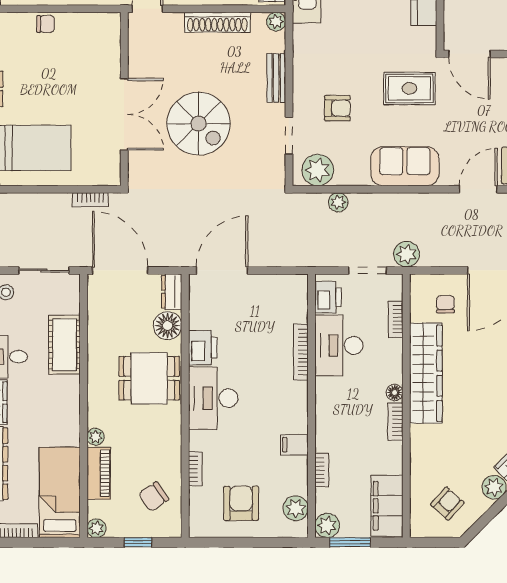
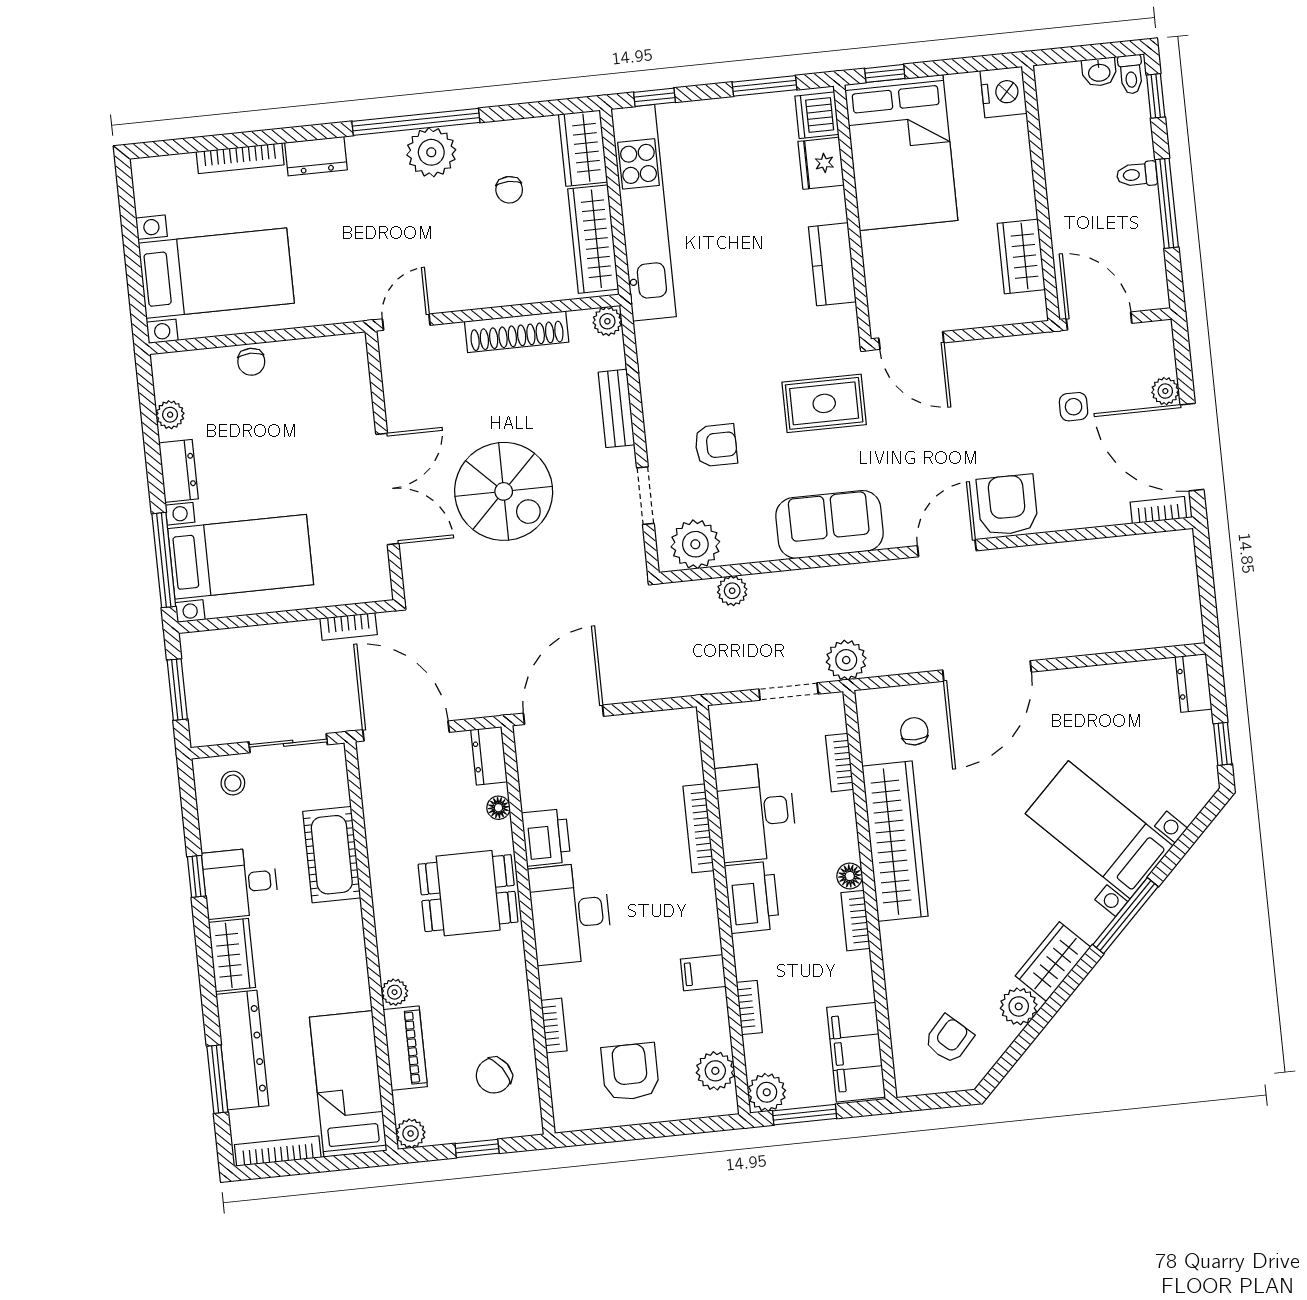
chair: (46, 24) -> (251, 362), turned 90
printer: (328, 297) -> (752, 897), moved, width x1.37, depth x1.19
floor lamp: (168, 326) -> (498, 808), width x0.53, depth x0.53

